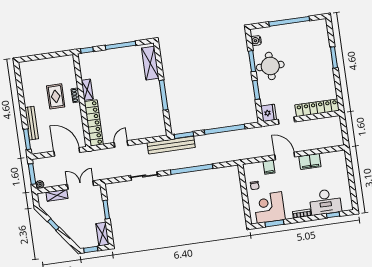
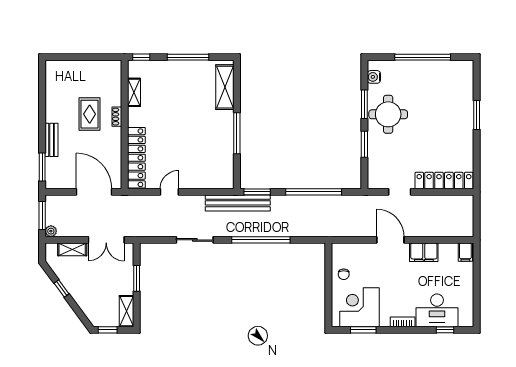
shelving: (87, 90) -> (134, 92), moved
fridge: (269, 113) -> (377, 178), removed
bench: (32, 123) -> (52, 140), width x0.73
filing cabinet: (269, 167) -> (465, 252), moved
double door: (80, 185) -> (106, 240), swing flipped

